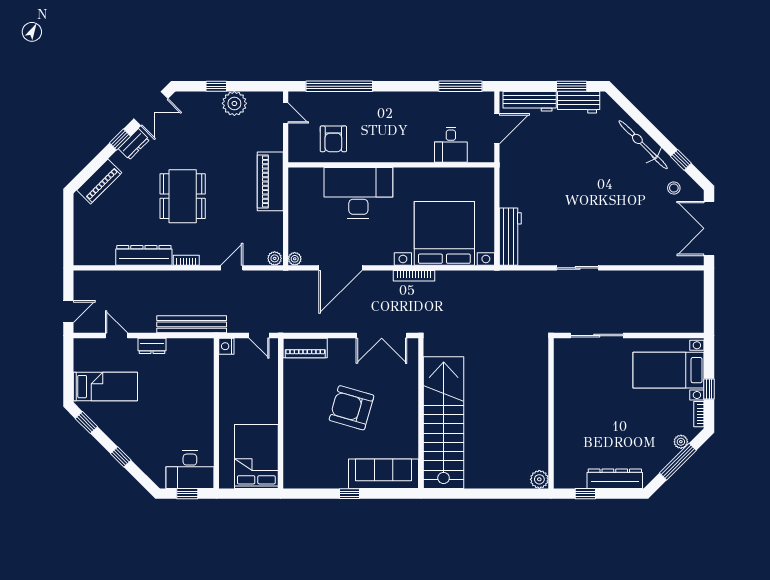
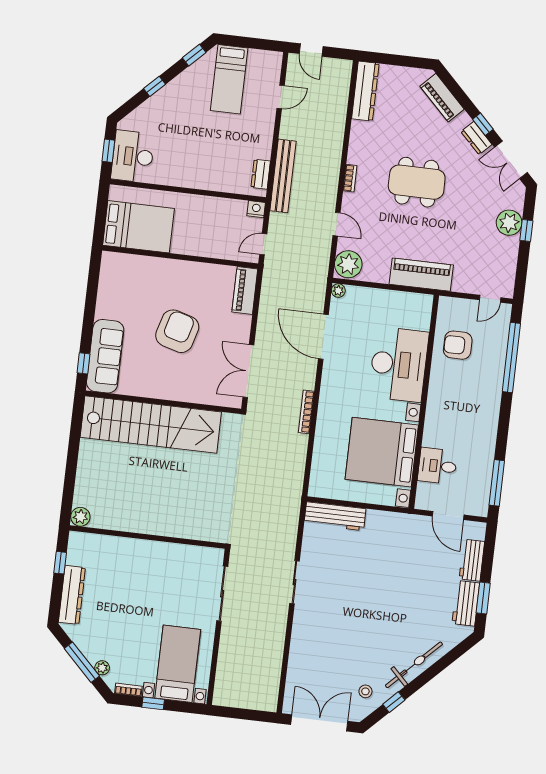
workbench: (530, 101) -> (472, 560), width x0.73
plant: (234, 103) -> (509, 223), moved
bed with nightstands: (444, 233) -> (382, 452), moved, turned 180
dresser: (144, 255) -> (365, 91), moved
plant: (275, 258) -> (348, 264), width x1.88, depth x1.88
dresser: (152, 346) -> (261, 174), moved
window: (350, 494) -> (83, 363), moved

